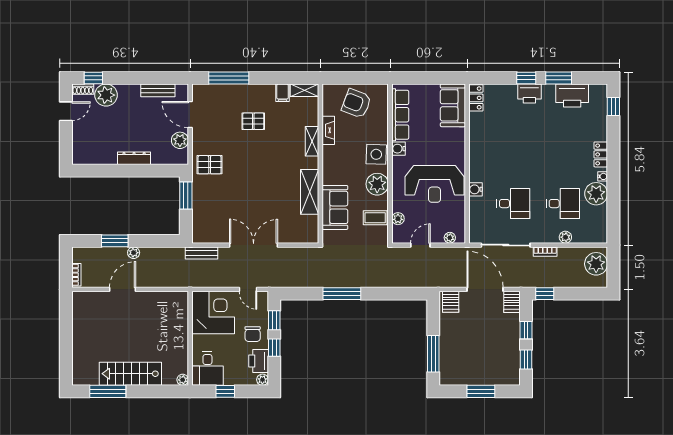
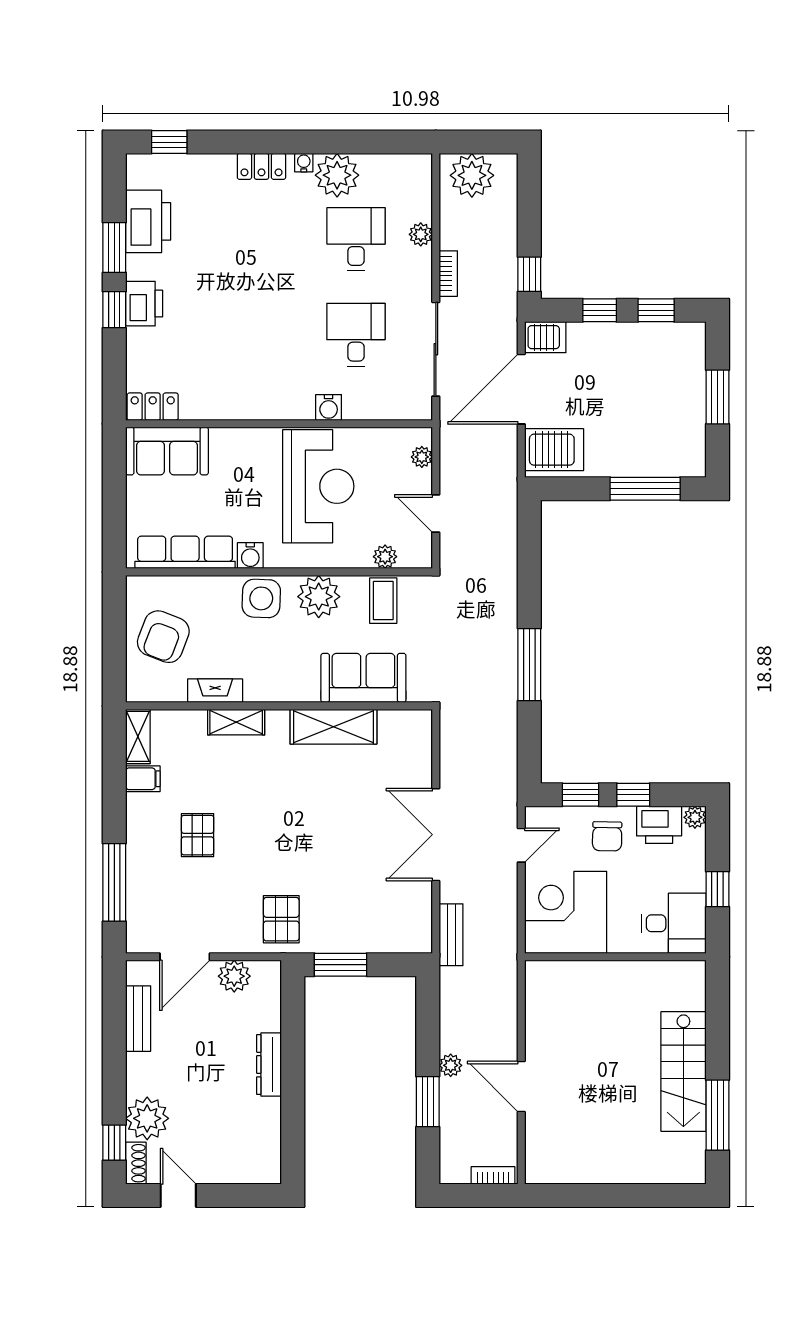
server rack: (451, 302) -> (554, 450), width x1.36, depth x1.44
chair: (253, 334) -> (607, 836), turned 91
plant: (183, 380) -> (695, 971), removed

